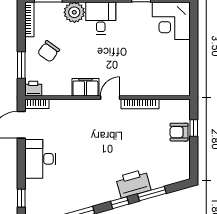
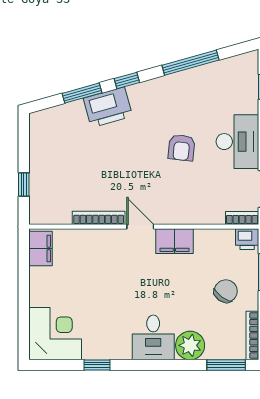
filing cabinet: (182, 82) -> (41, 248), added
door: (110, 98) -> (140, 227), swing flipped
armchair: (179, 132) -> (182, 148), moved, turned 96

